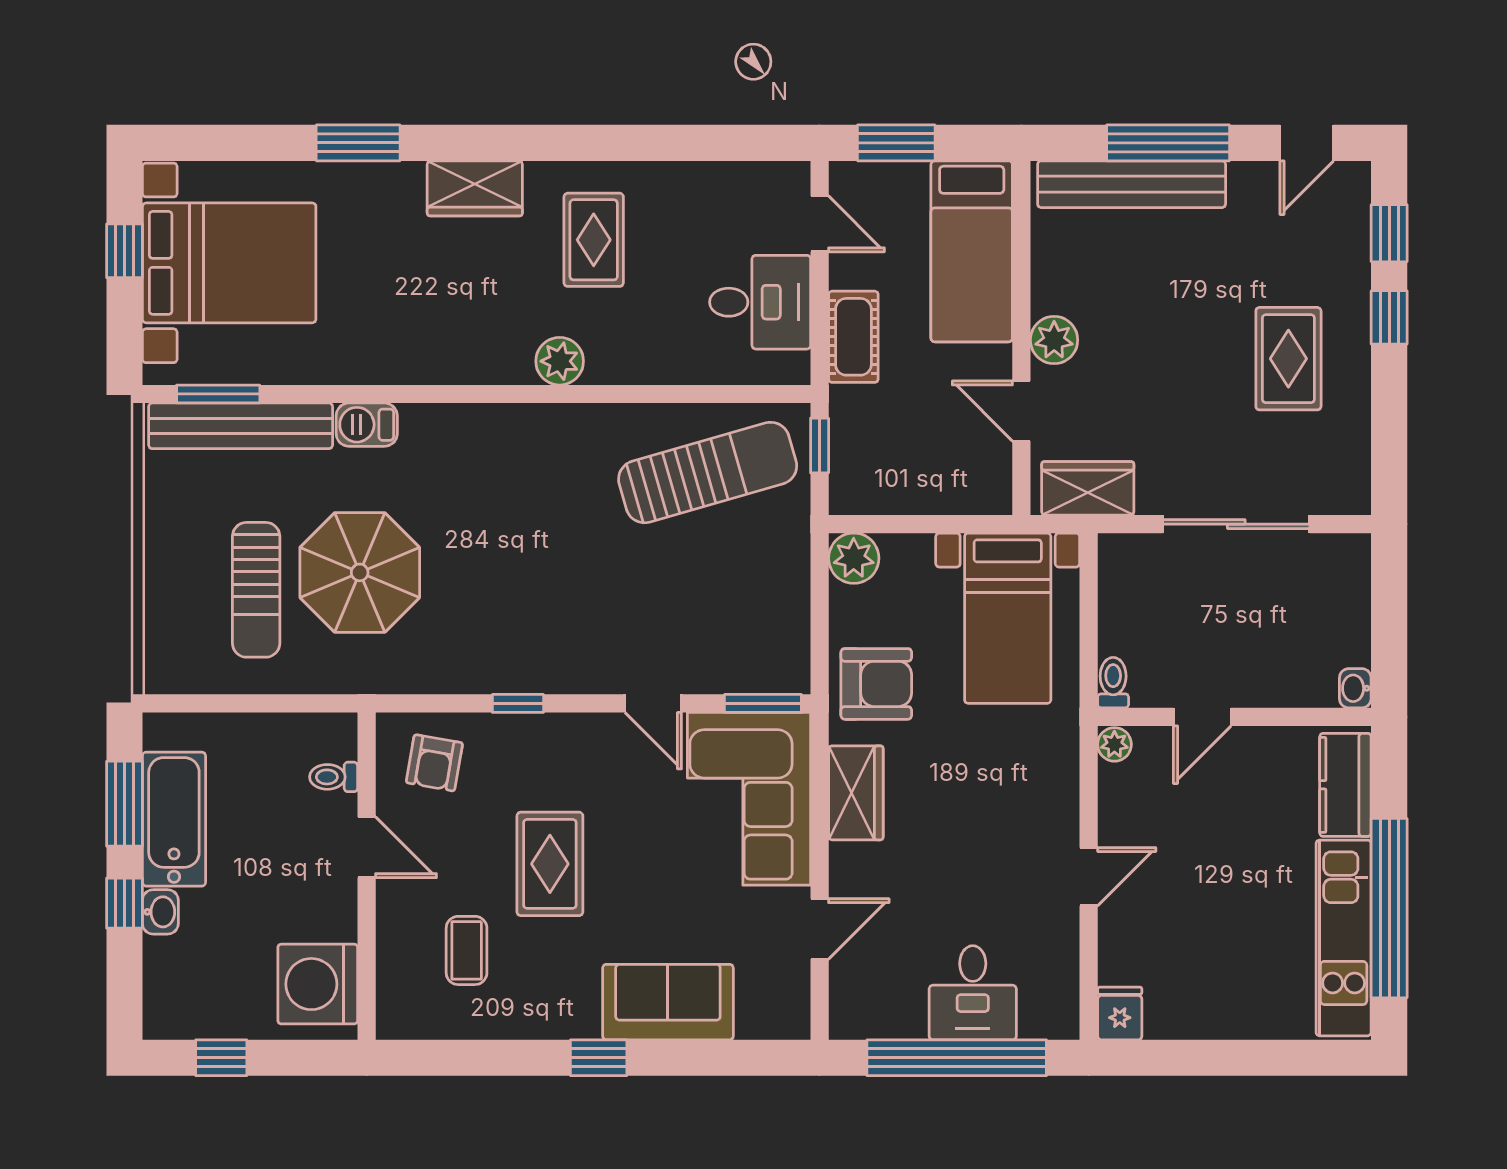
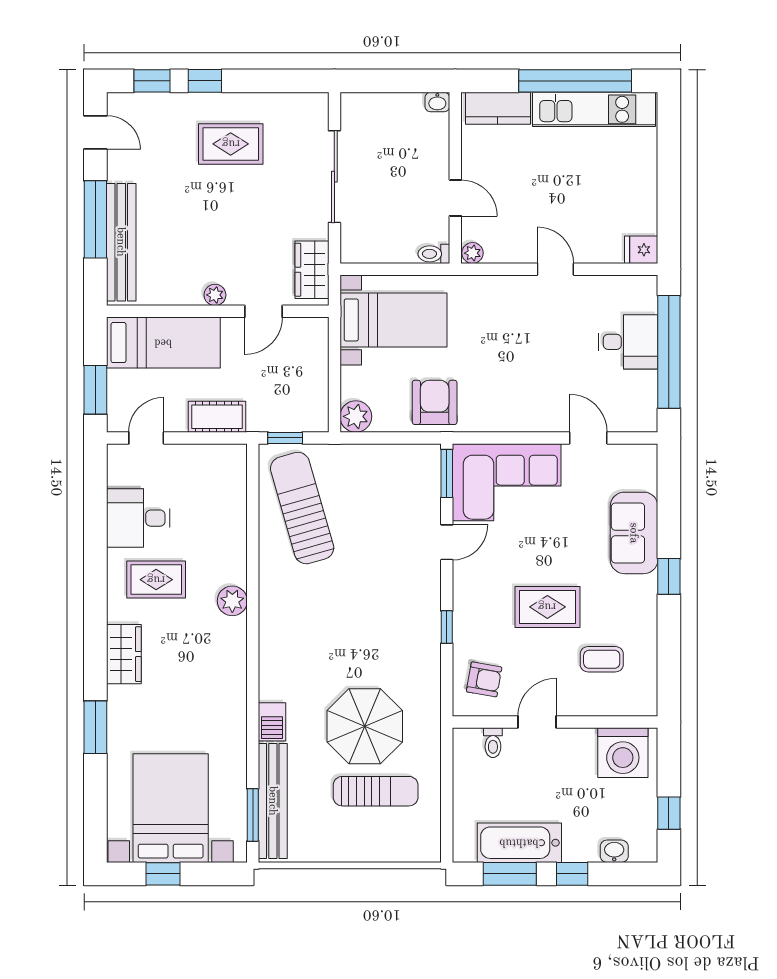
desk: (760, 302) -> (138, 518), moved, turned -90
plant: (1054, 340) -> (215, 295), width x0.73, depth x0.73
wardrobe: (856, 793) -> (503, 415), removed
washbasin: (160, 912) -> (614, 851), moved

